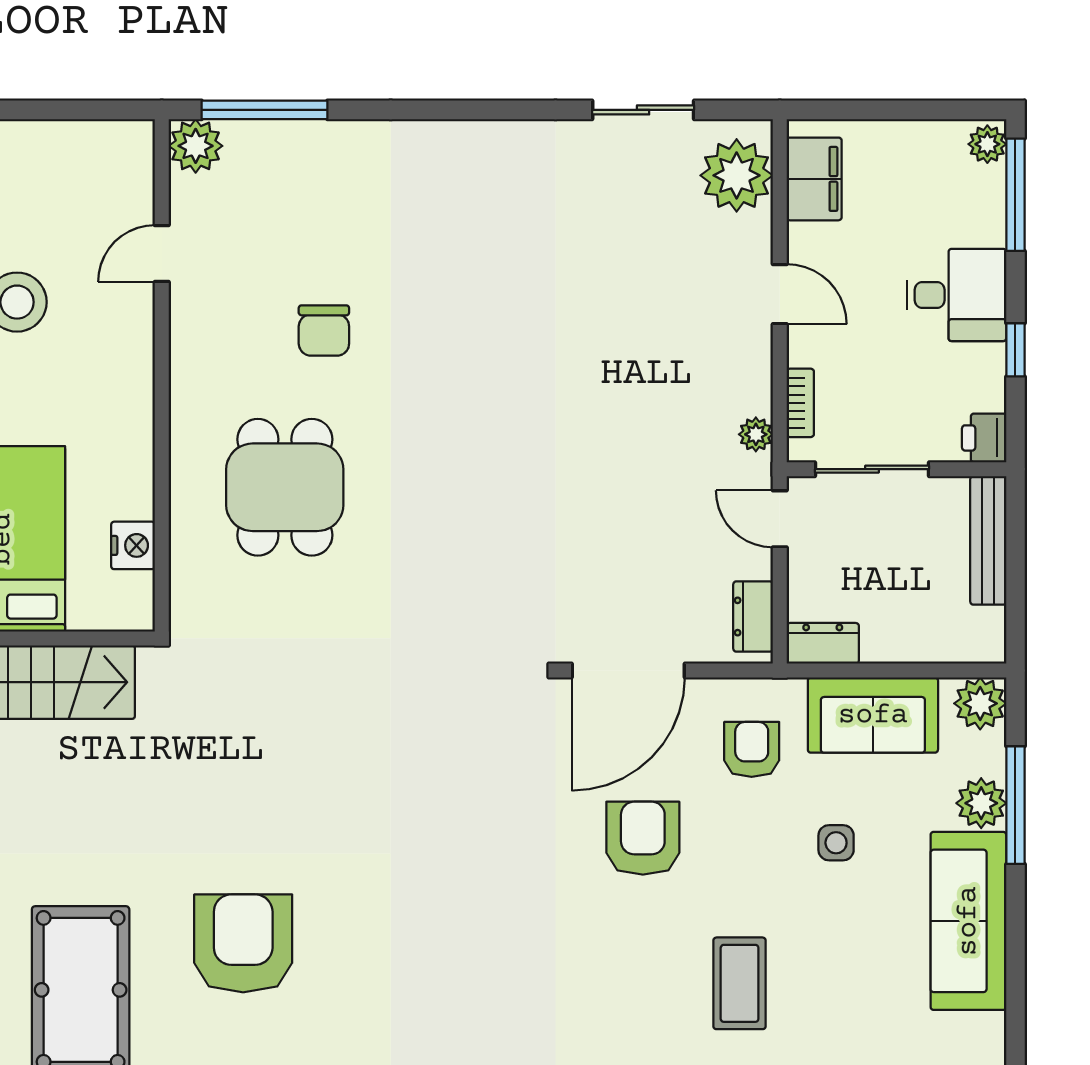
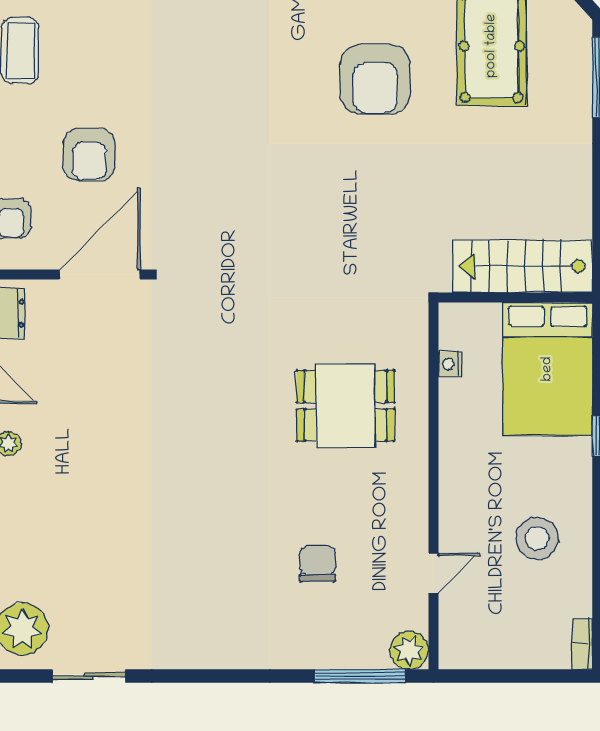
chair: (324, 330) -> (318, 564), moved
dining table: (285, 487) -> (345, 406), turned 90
nightstand: (133, 545) -> (450, 364), width x0.72, depth x0.74

